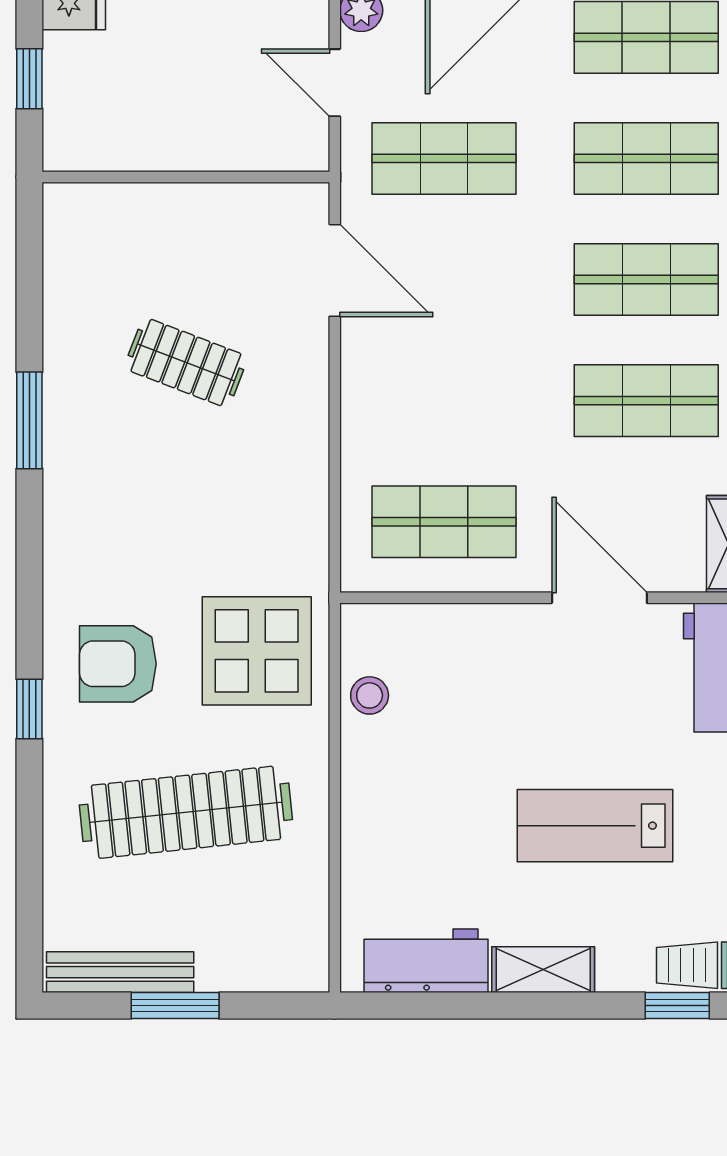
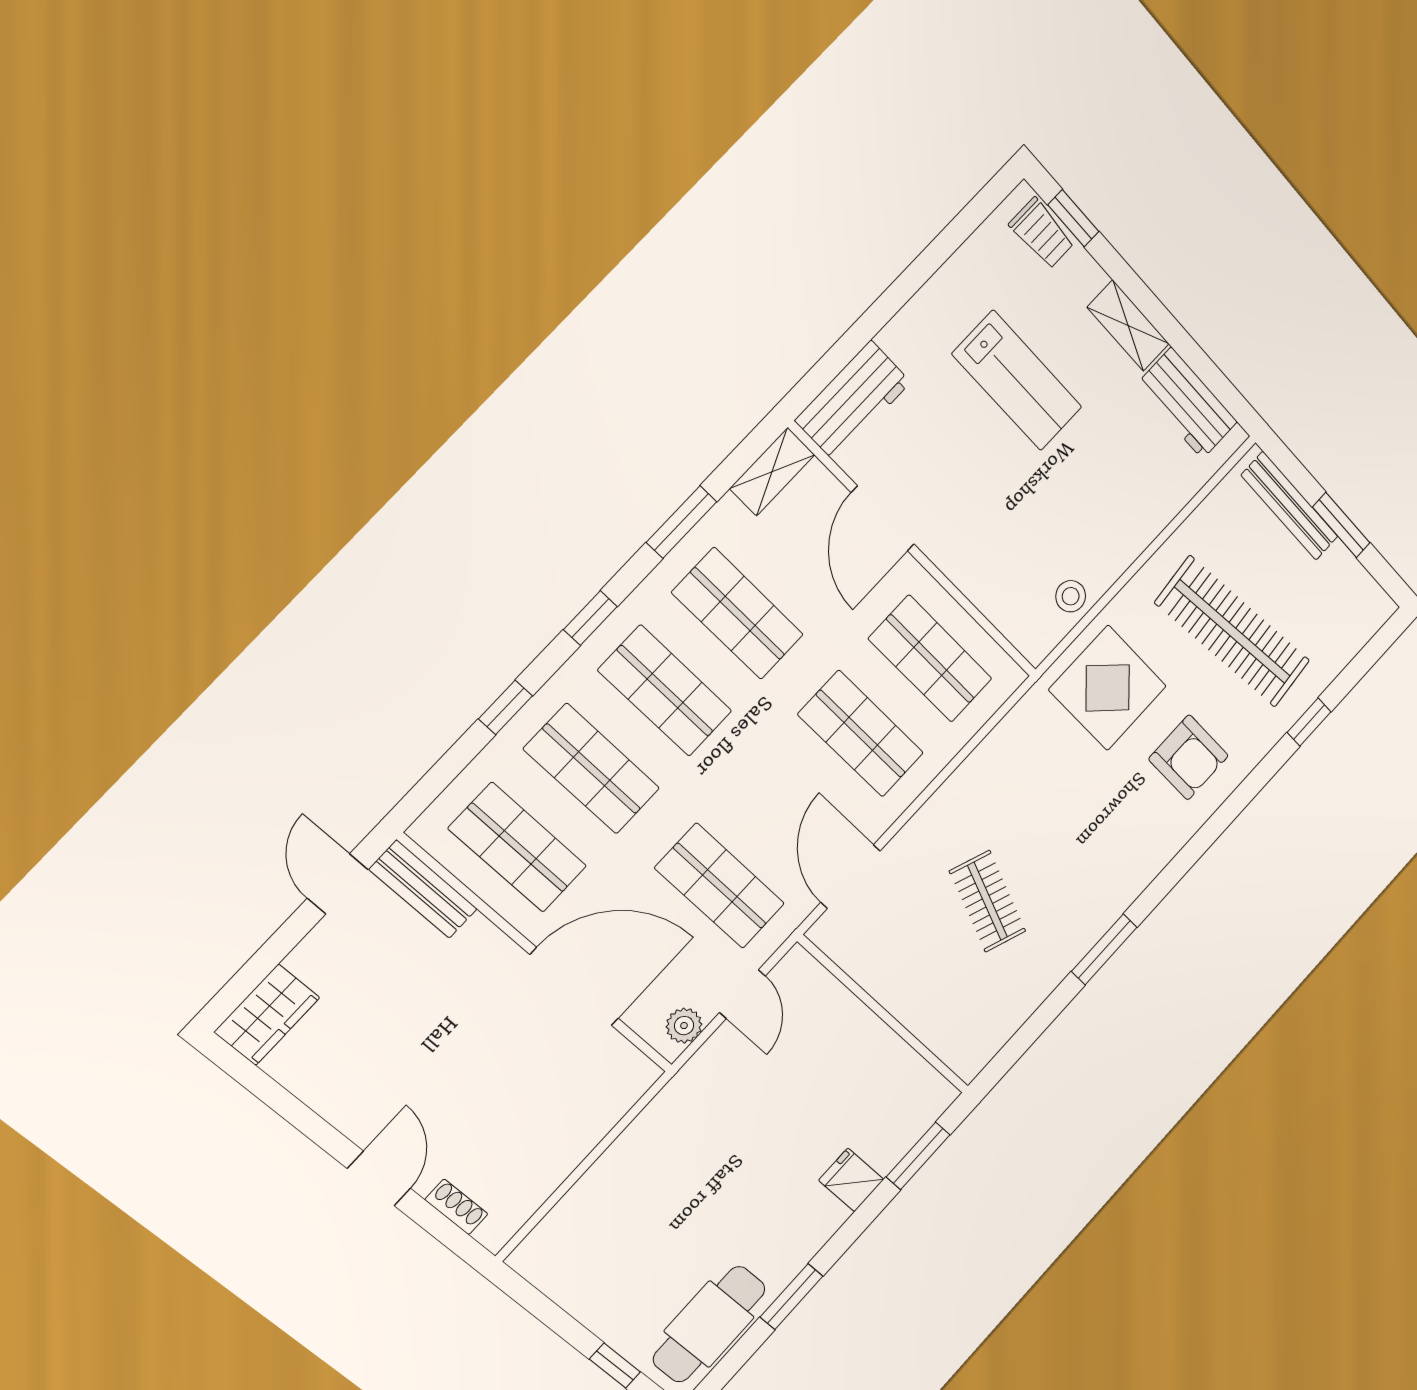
window: (29, 79) -> (918, 1156), width x1.50
shop shelf: (444, 401) -> (861, 734), added
window: (29, 709) -> (1309, 722), moved
bench: (120, 972) -> (1290, 506), moved

